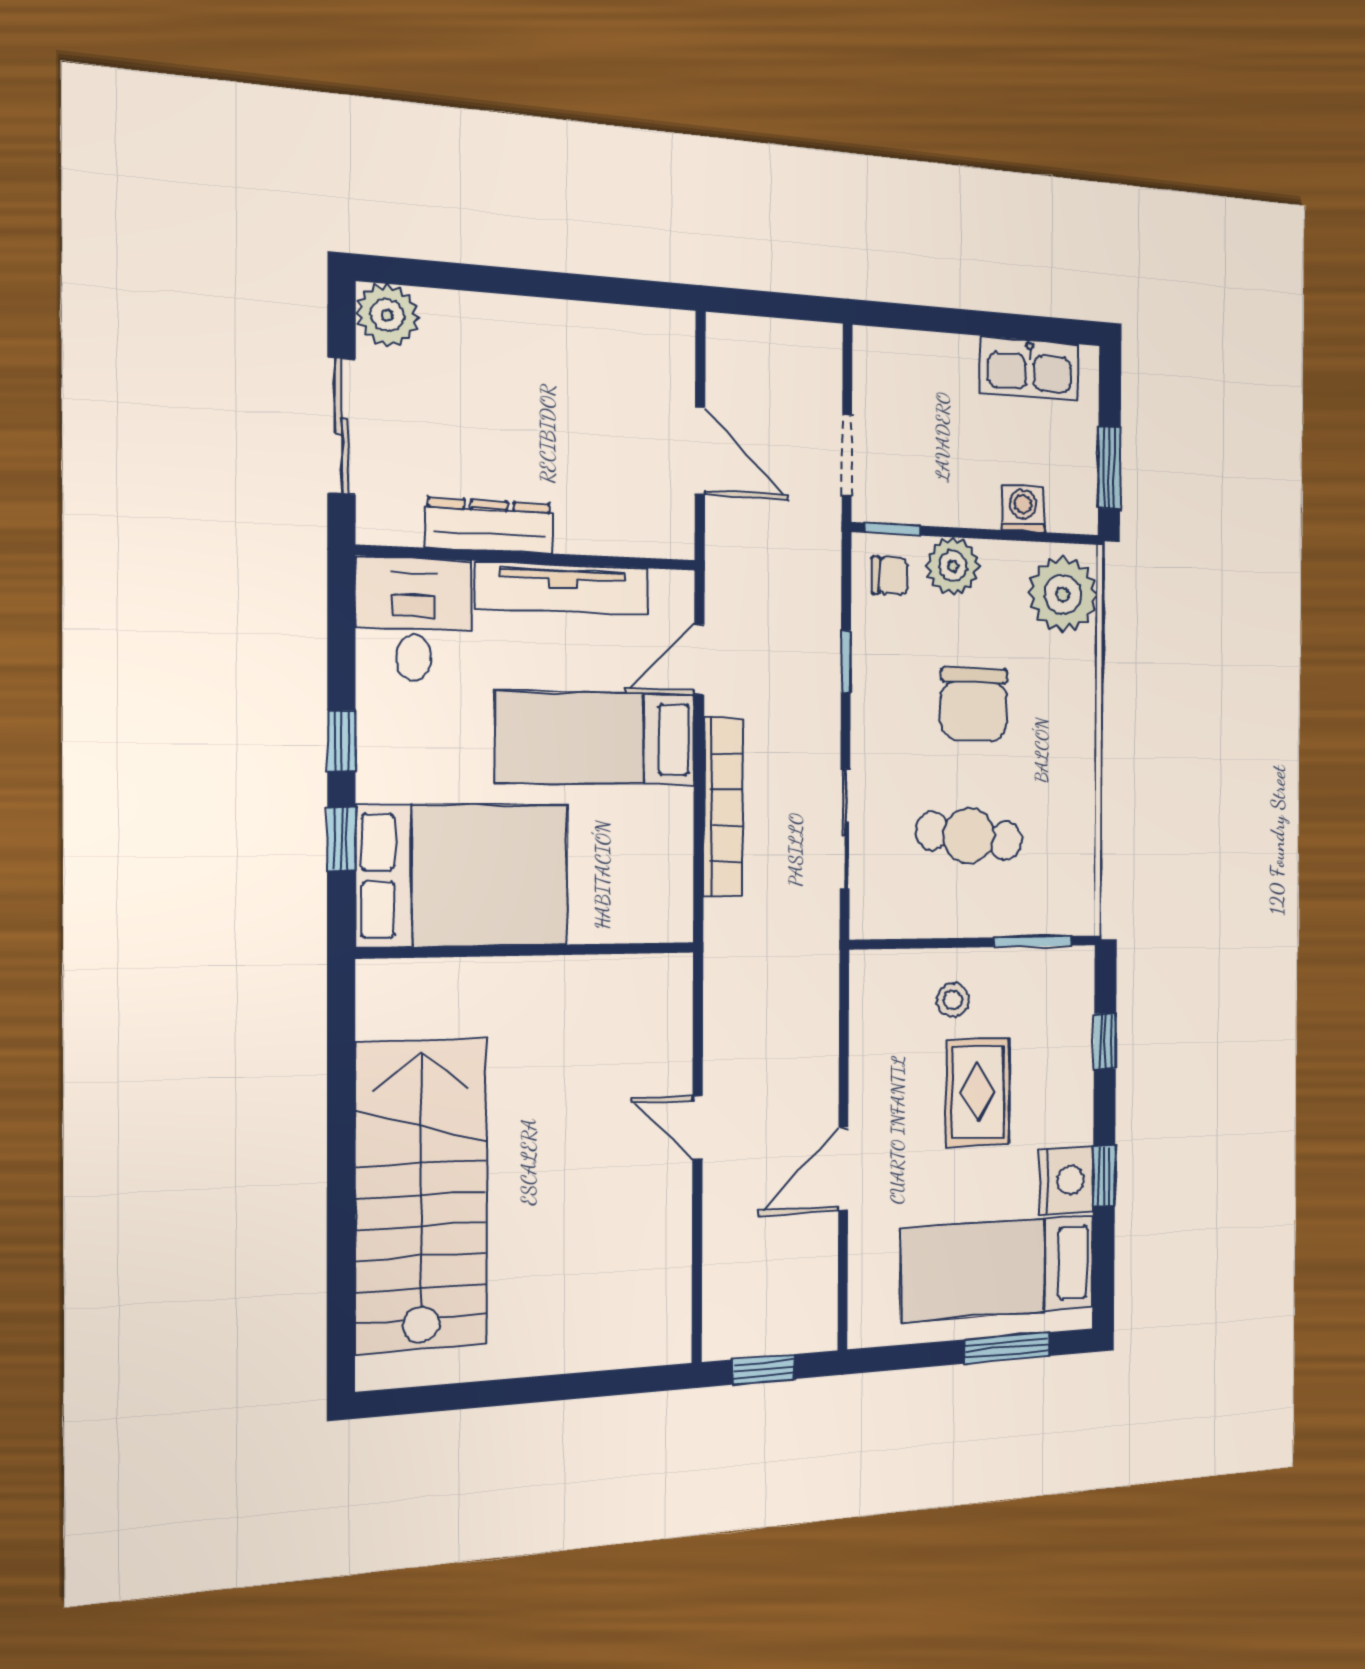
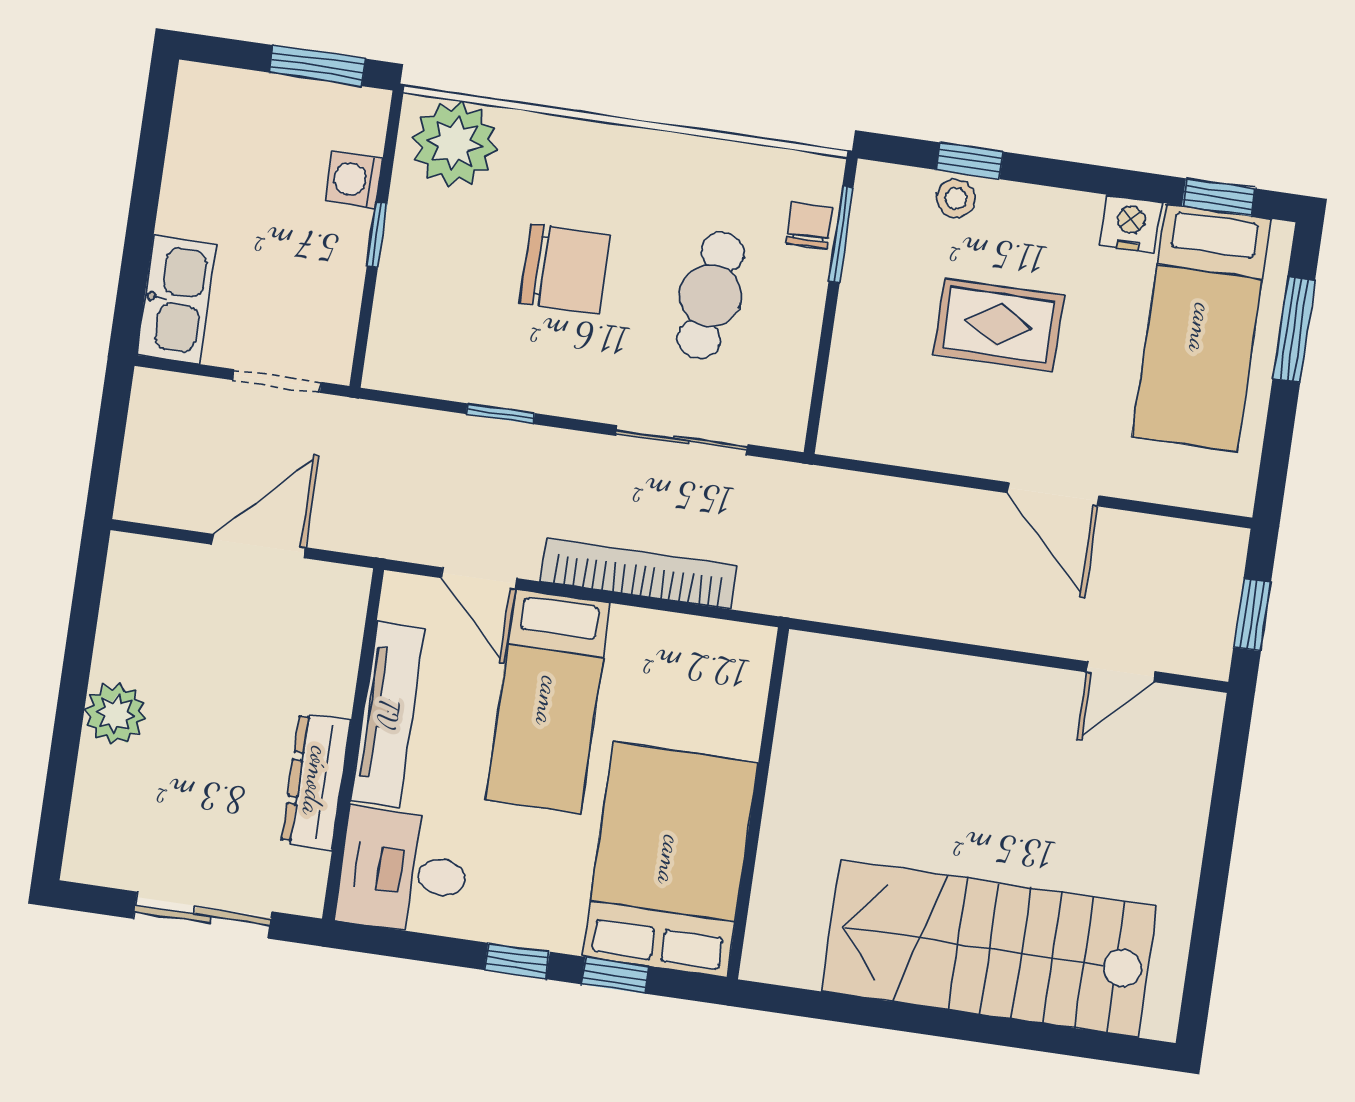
plant: (387, 315) -> (115, 714), moved
kitchen sink: (1030, 368) -> (176, 300), moved
window: (893, 529) -> (377, 235), moved
plant: (953, 566) -> (409, 273), removed
chair: (890, 576) -> (810, 225), moved
stool: (953, 1000) -> (956, 198), moved
door: (697, 1127) -> (1121, 672), moved
window: (1104, 1176) -> (1219, 197), moved
nightstand: (1066, 1180) -> (1131, 224), width x0.74, depth x0.75

